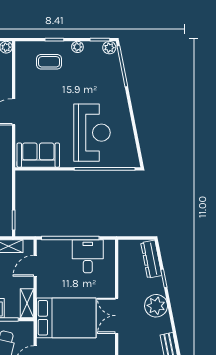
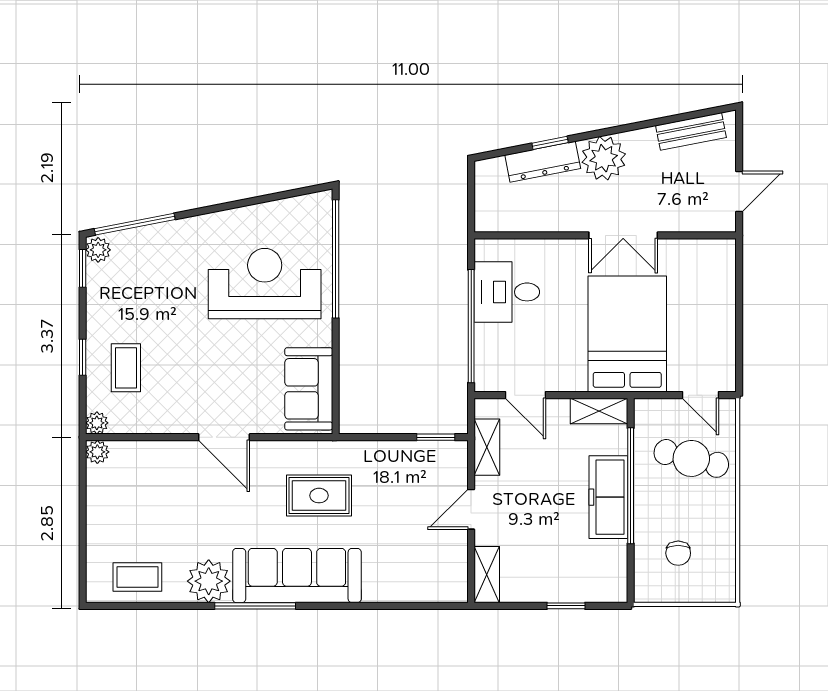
plant: (77, 47) -> (97, 423), moved
dresser: (151, 259) -> (543, 162), moved

